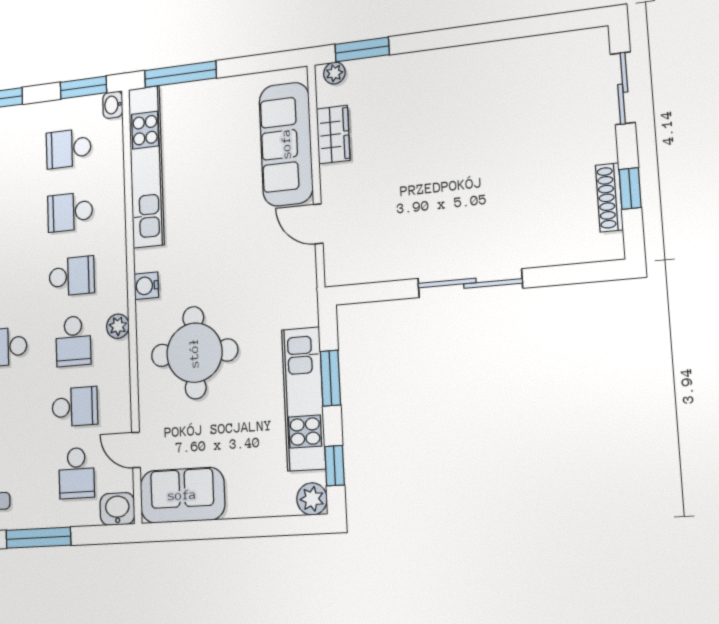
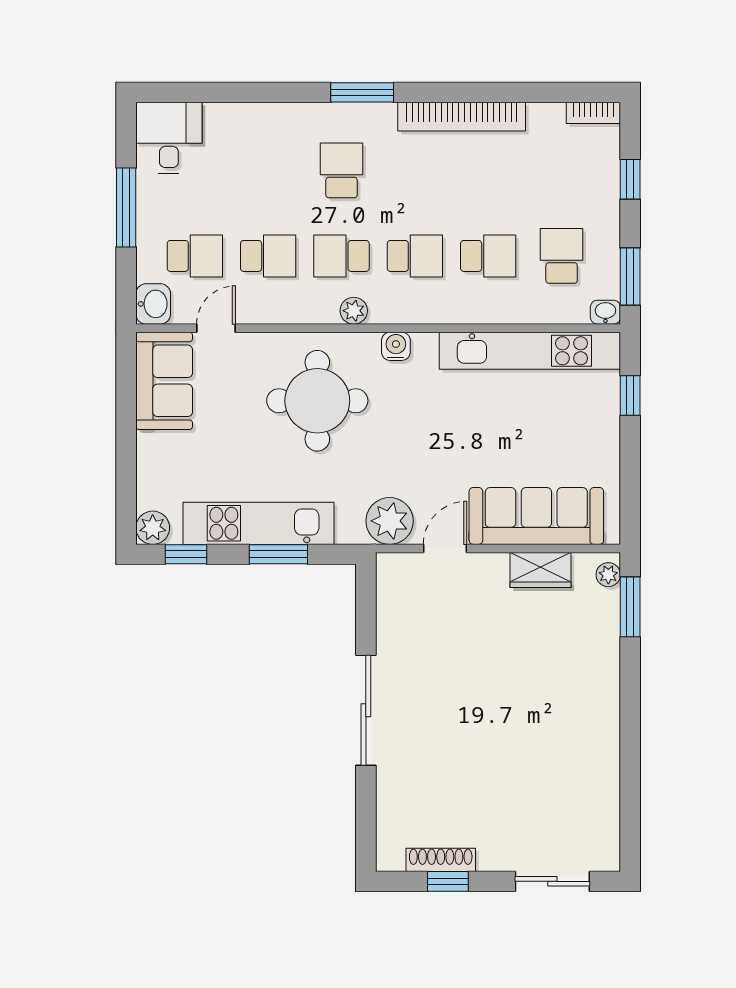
window: (180, 74) -> (630, 395), width x0.46
school desk: (70, 212) -> (488, 256), turned 90
school desk: (72, 276) -> (415, 256), turned -90
plant: (296, 277) -> (390, 521), added
school desk: (75, 407) -> (268, 256), turned -90
school desk: (77, 473) -> (195, 256), turned 180

